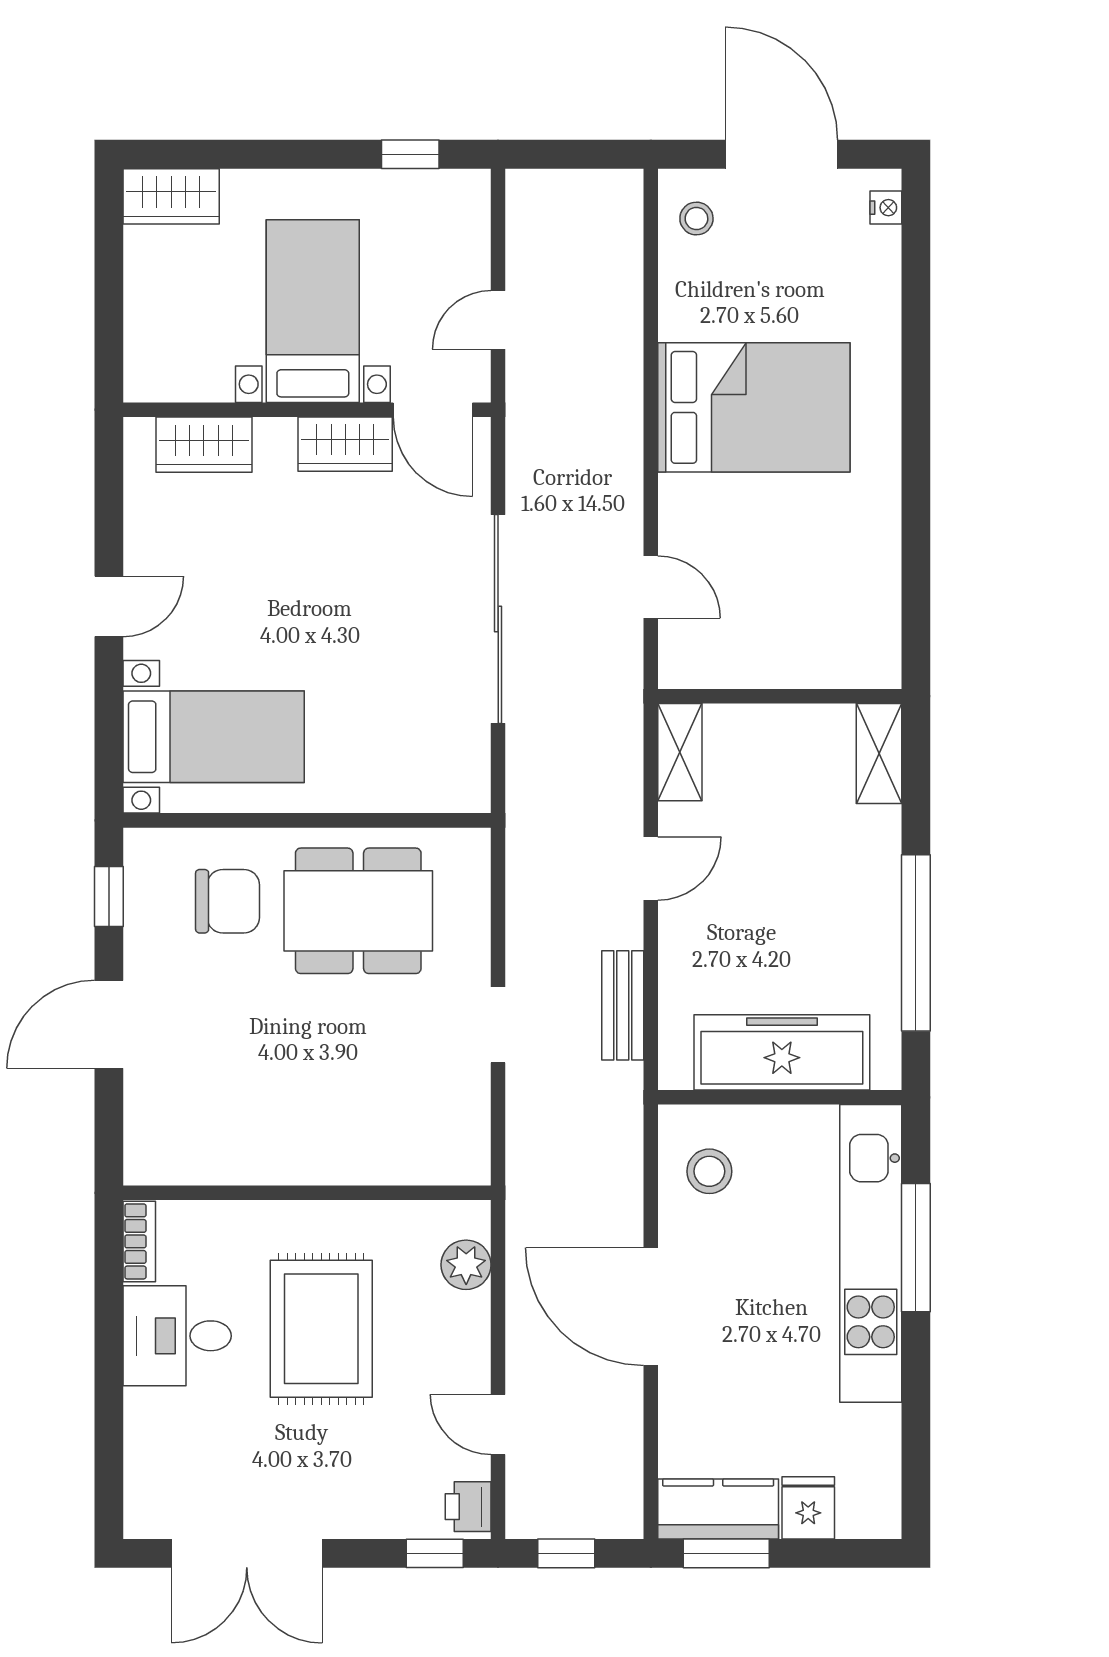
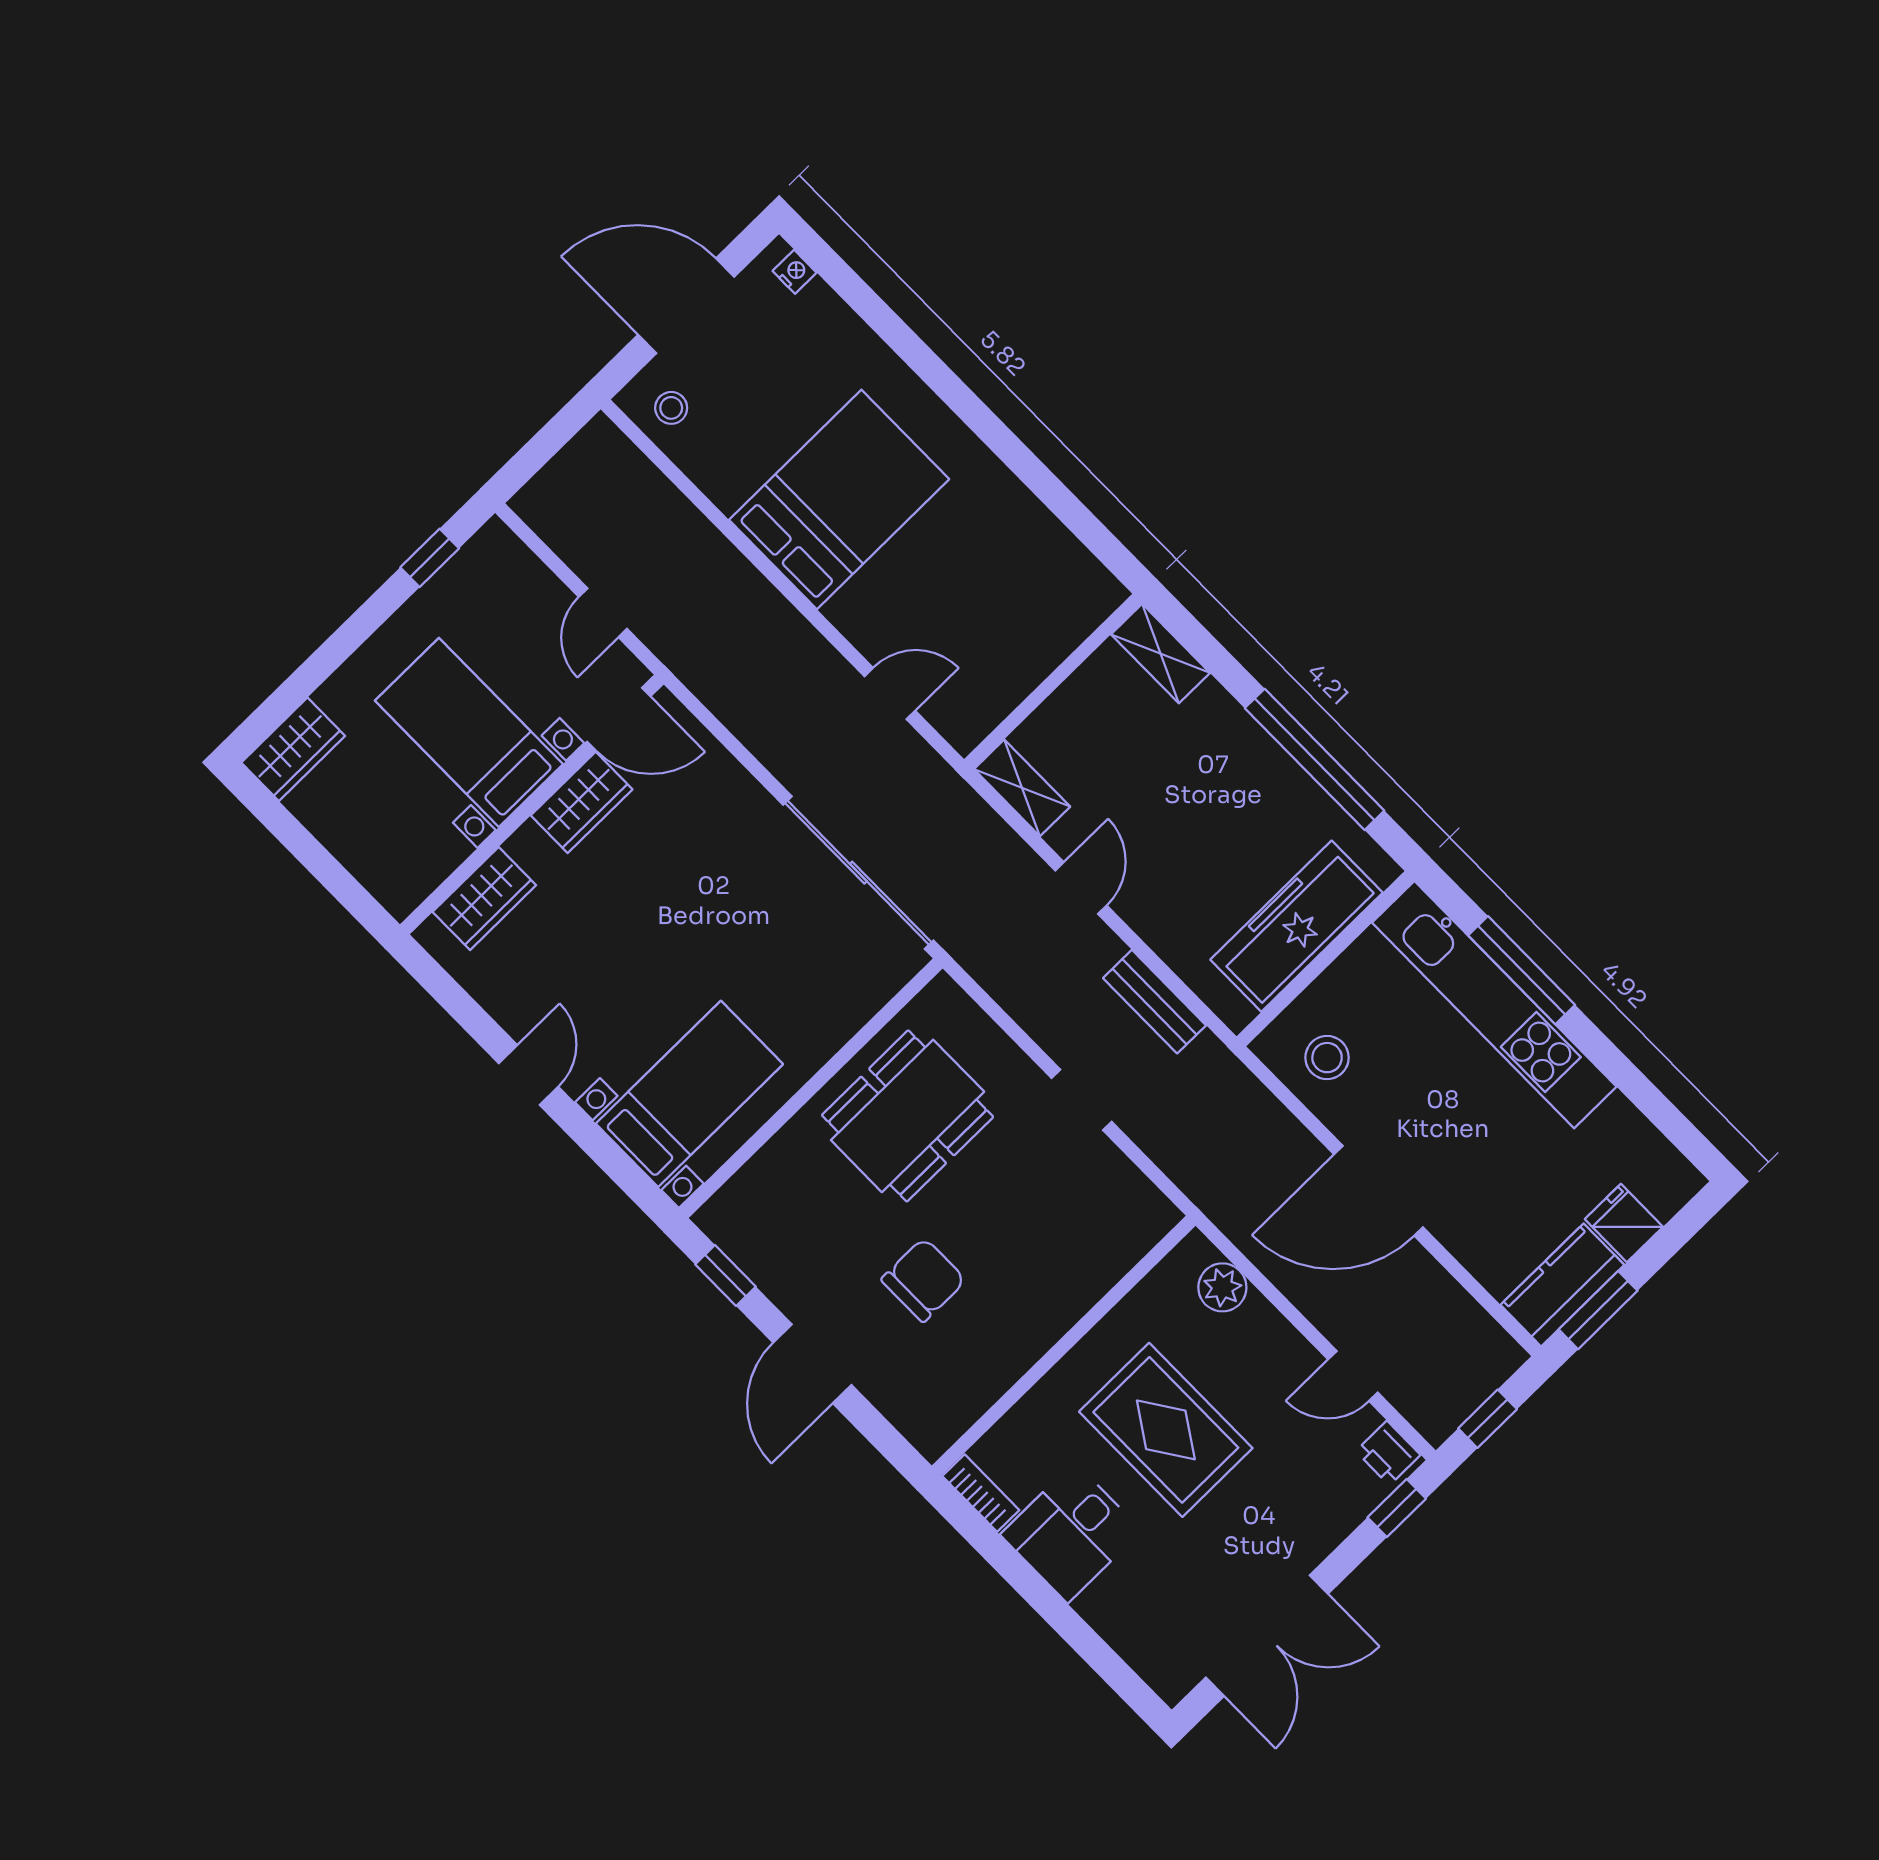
sliding door: (498, 619) -> (858, 873), moved
chair: (228, 901) -> (924, 1280), moved

